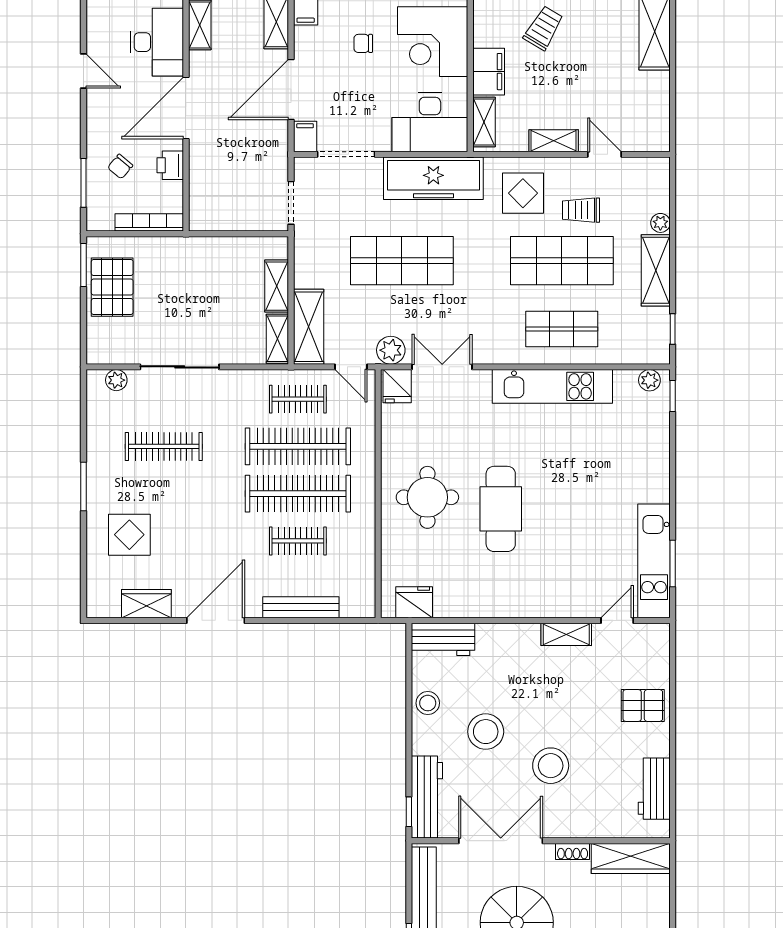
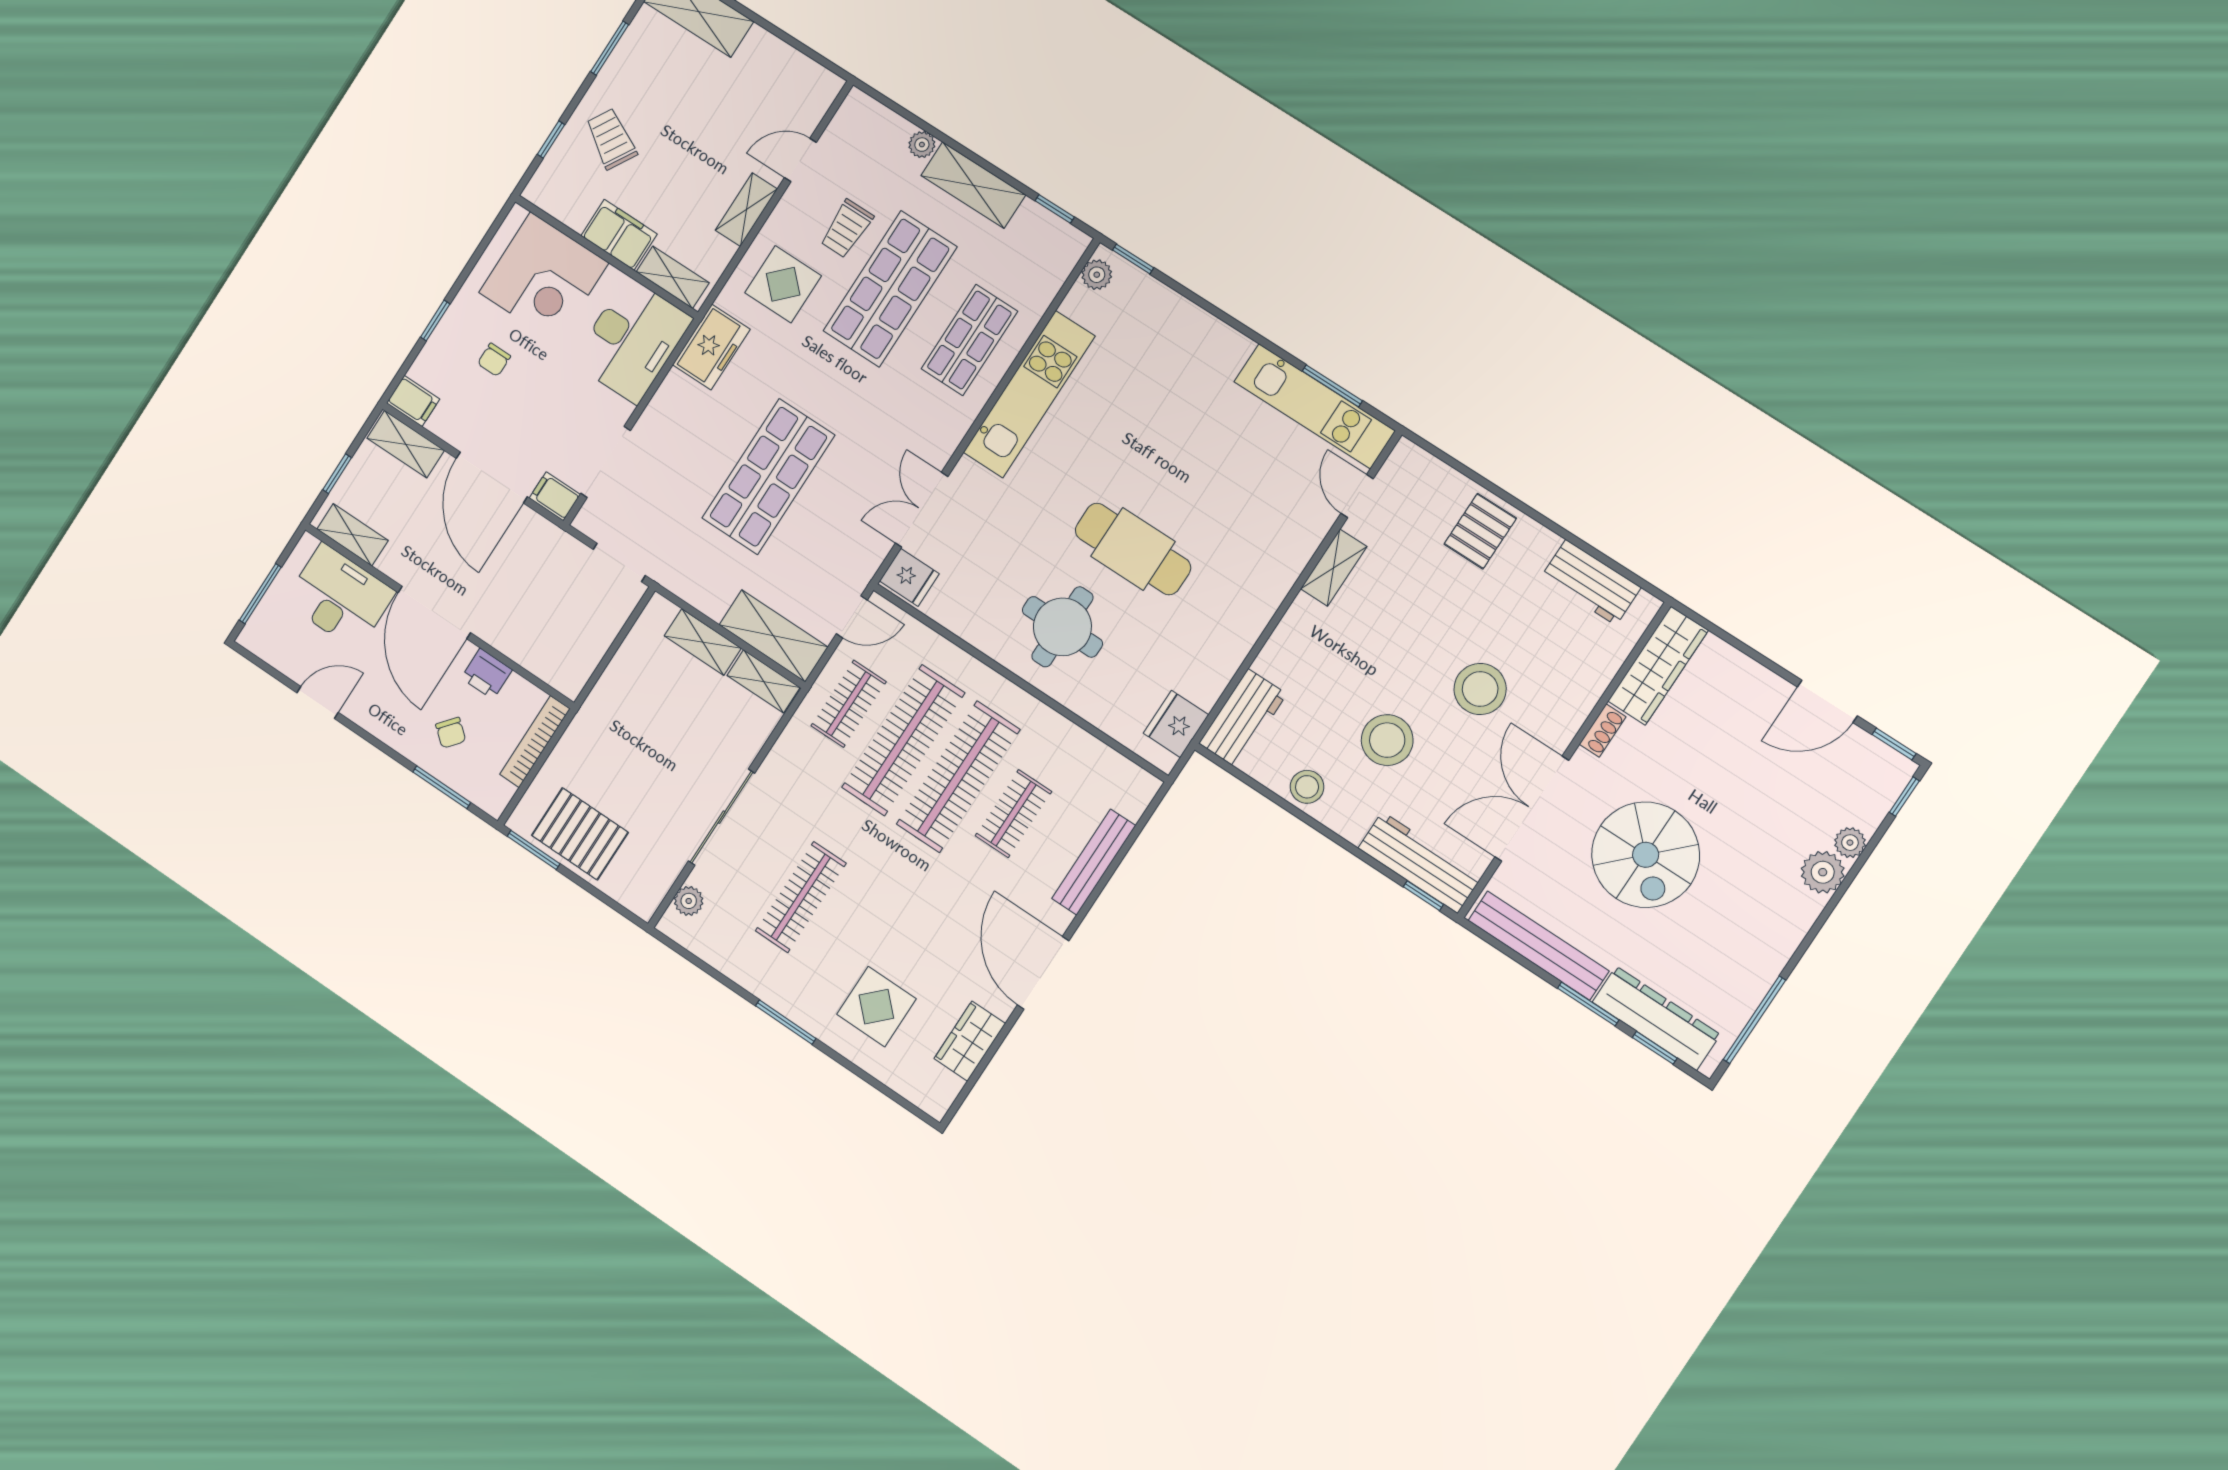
freezer: (433, 178) -> (711, 347), width x0.52, depth x0.79
plant: (391, 350) -> (863, 557), removed

